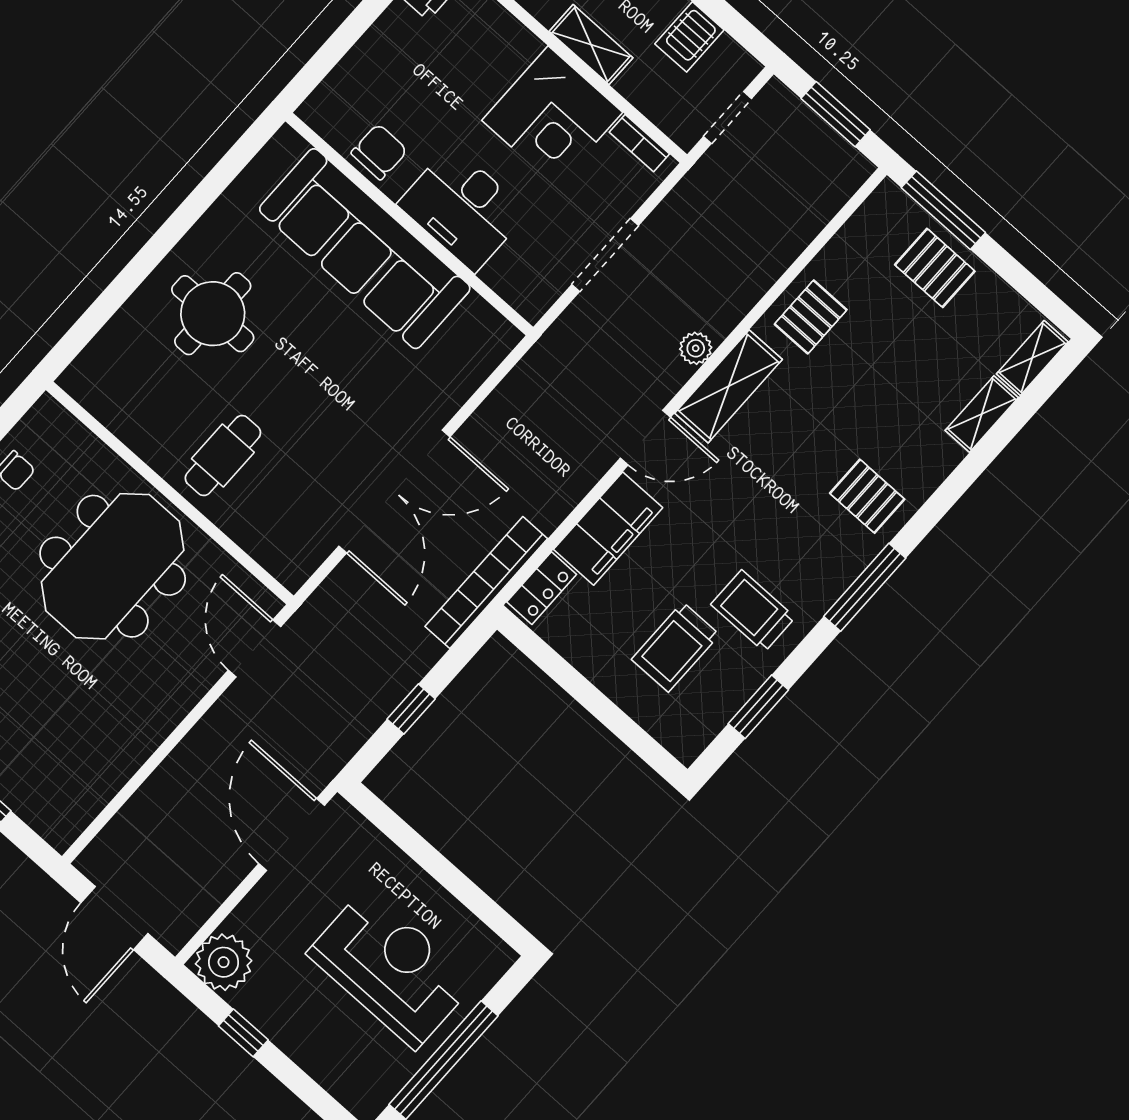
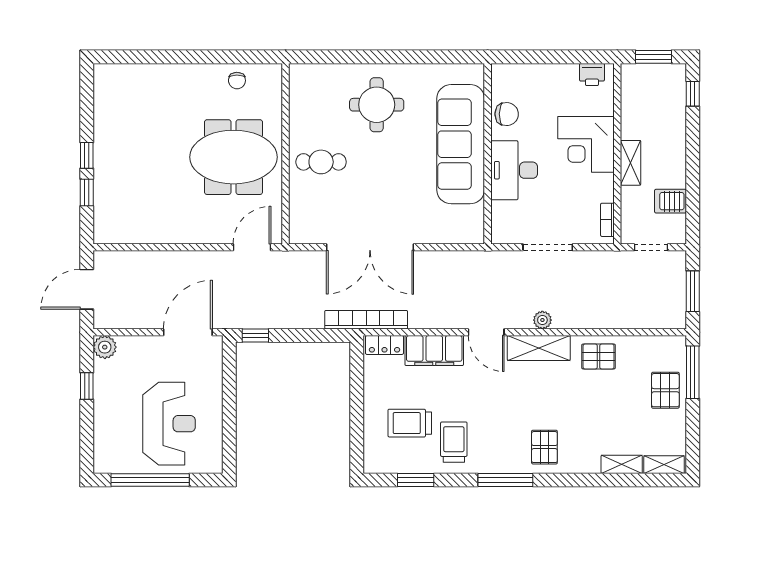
corner desk: (552, 116) -> (586, 144), moved
window: (411, 709) -> (255, 335), moved
plant: (224, 962) -> (105, 347), width x0.73, depth x0.73

